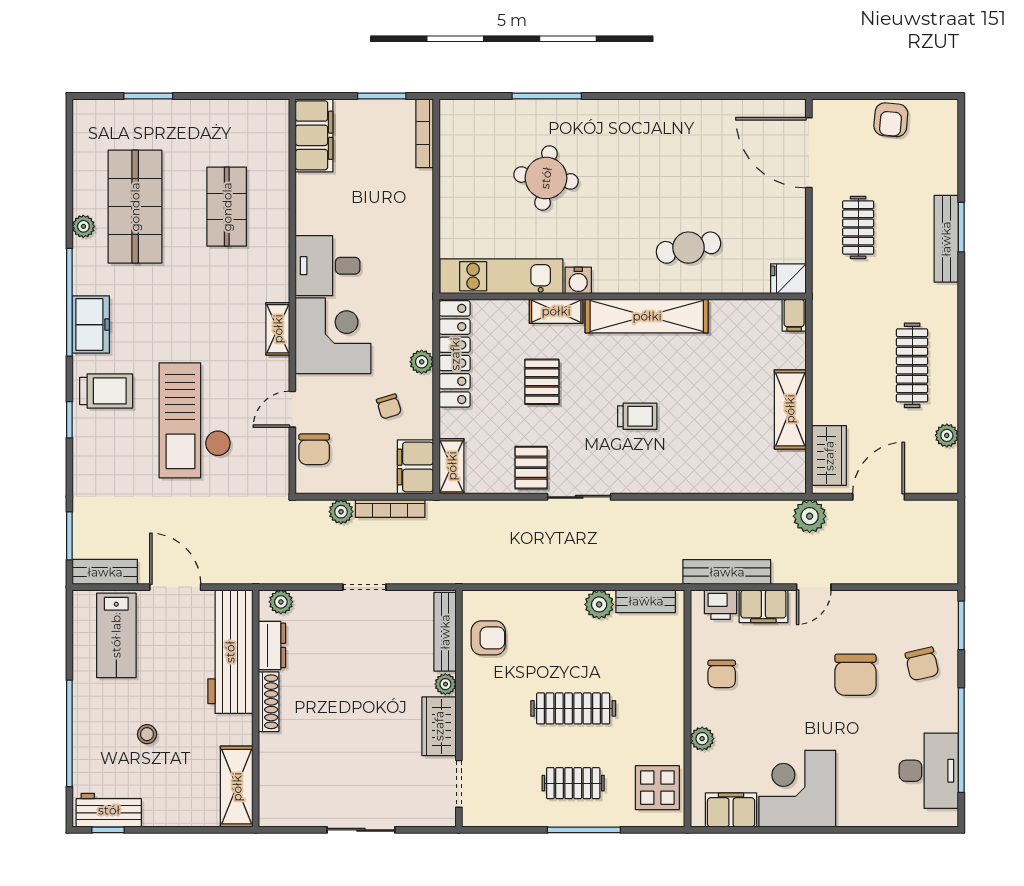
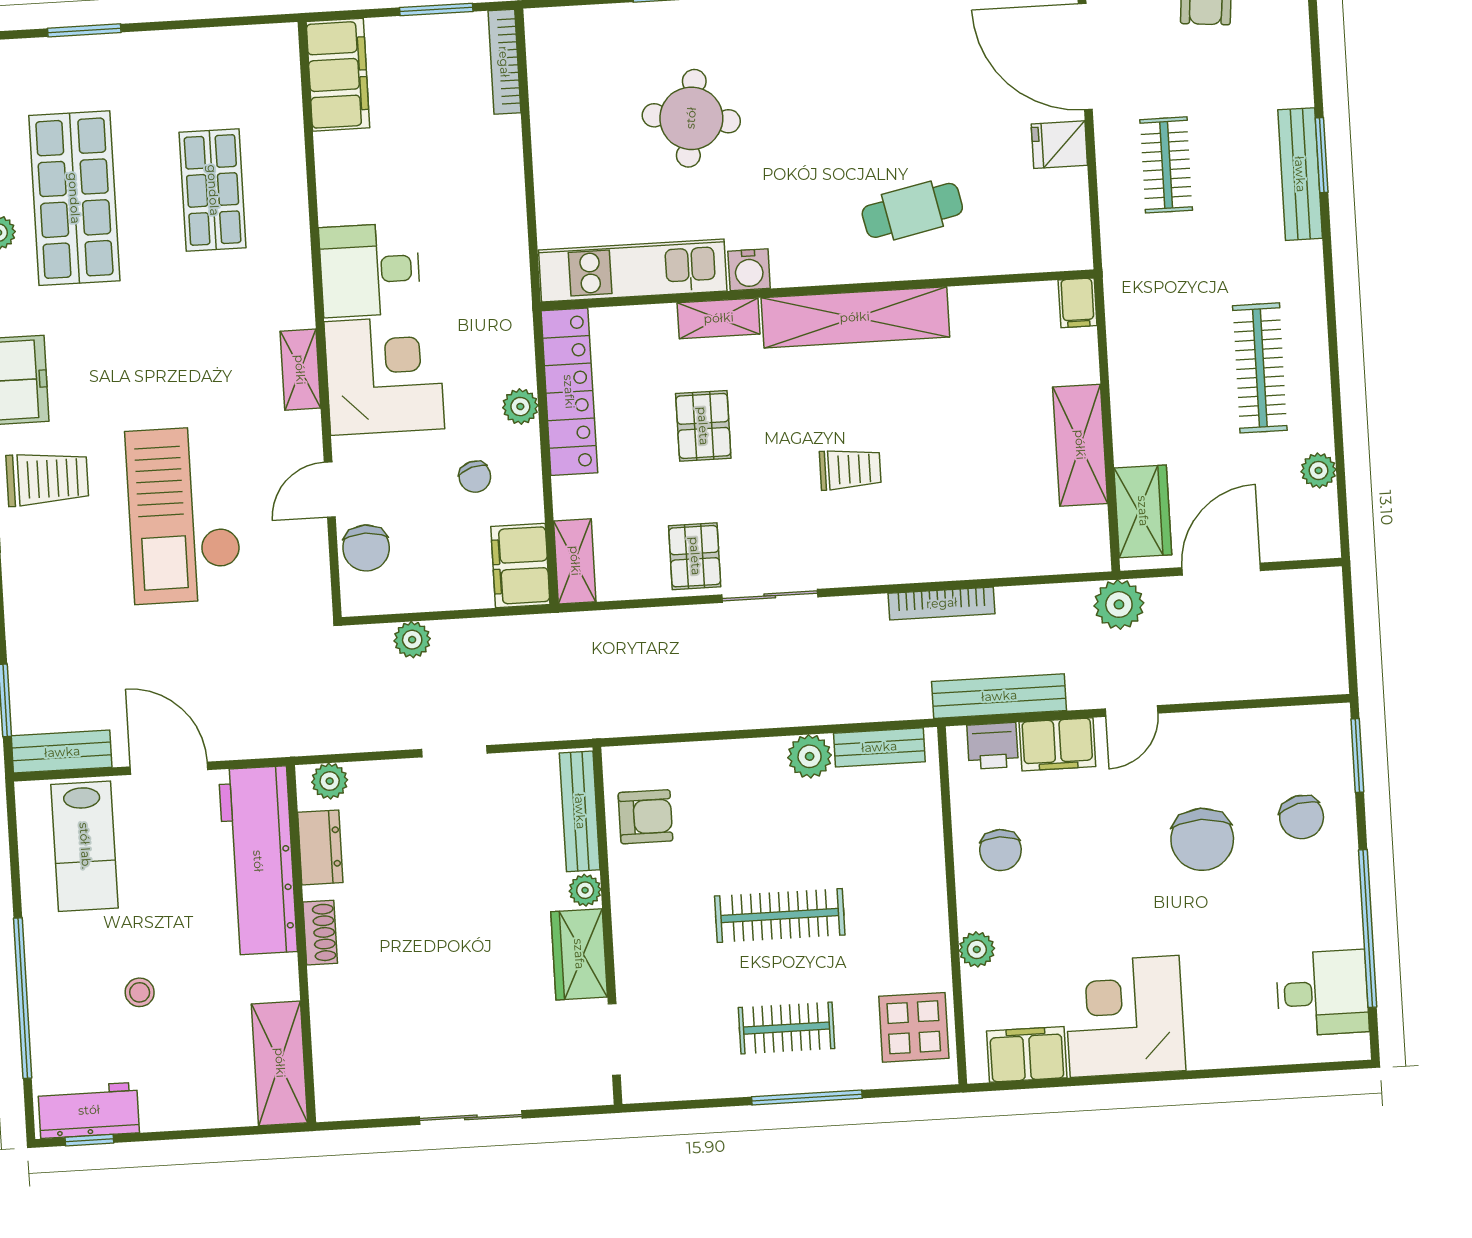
fridge: (788, 279) -> (1059, 145), moved
bookcase: (390, 509) -> (942, 603), moved
shoe rack: (269, 702) -> (320, 933), width x0.70
desk: (929, 771) -> (1322, 993), width x0.73

